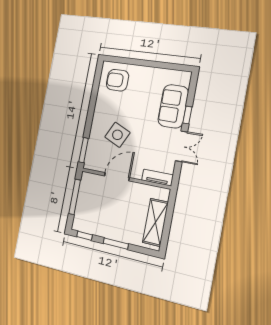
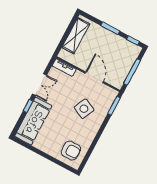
sofa: (173, 106) -> (33, 121), width x1.36
double door: (182, 146) -> (40, 85), swing flipped
door: (117, 177) -> (94, 77), swing flipped

